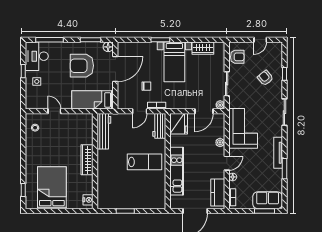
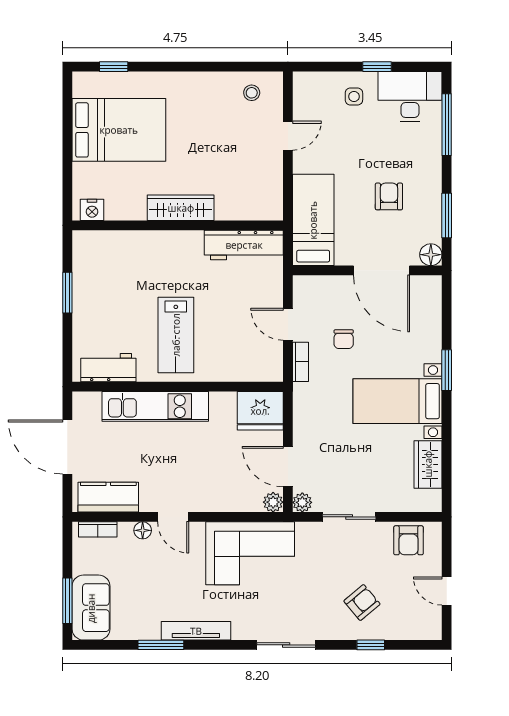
armchair: (82, 66) -> (389, 196), width x0.53, depth x0.53
workbench: (159, 126) -> (108, 368), moved
plant: (220, 142) -> (273, 502), moved

